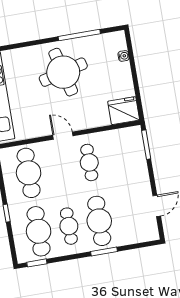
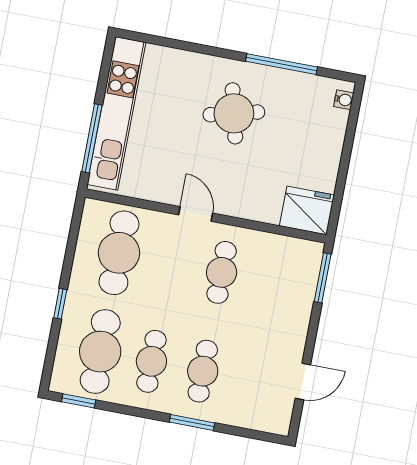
water cooler: (123, 56) -> (344, 100), moved
round table: (63, 72) -> (234, 113), width x0.73, depth x0.73
cafe table: (99, 221) -> (203, 371), width x0.73, depth x0.74

